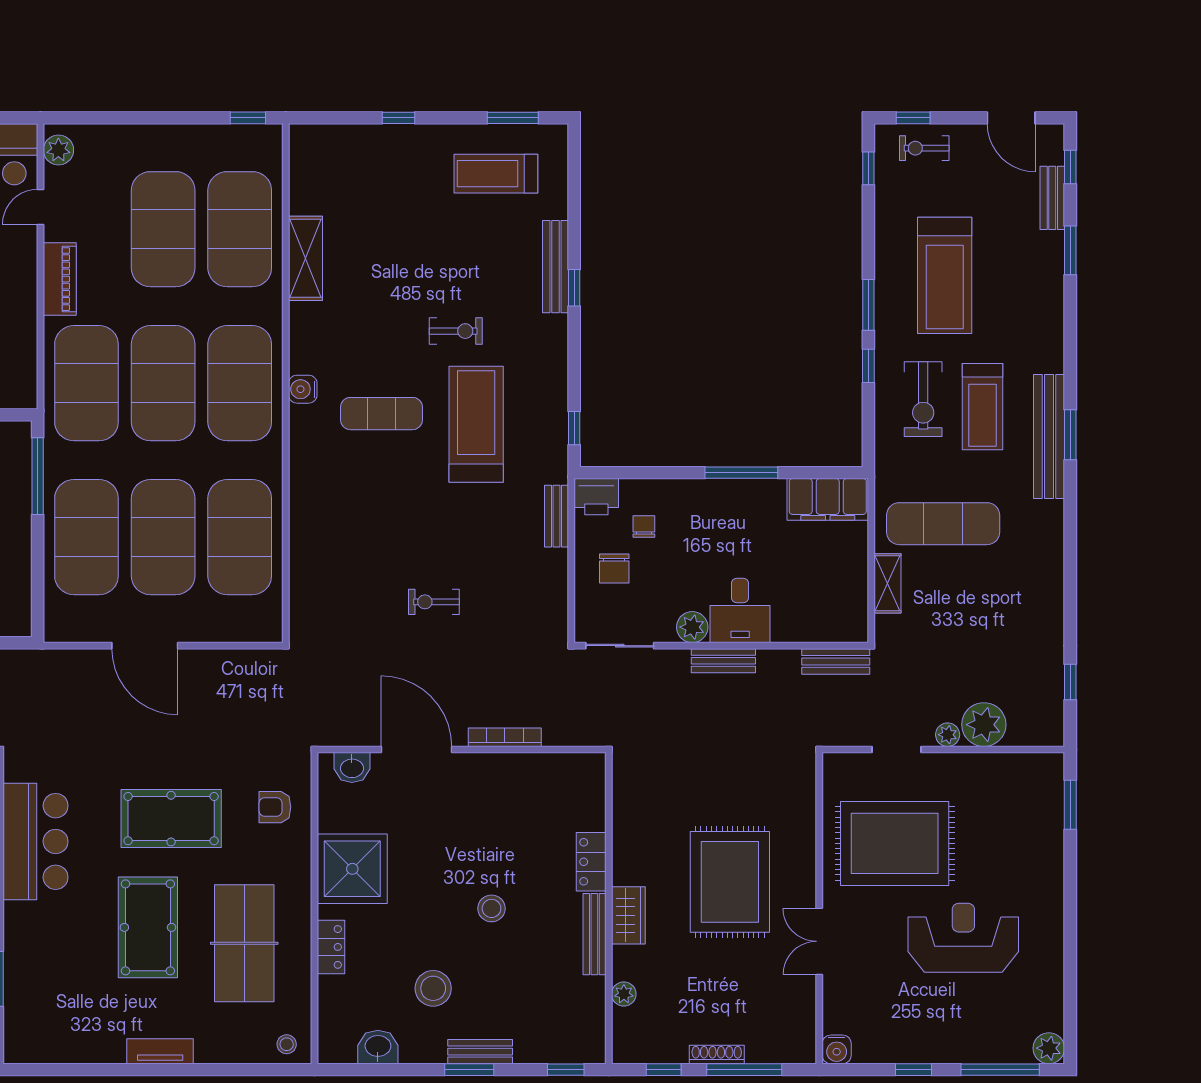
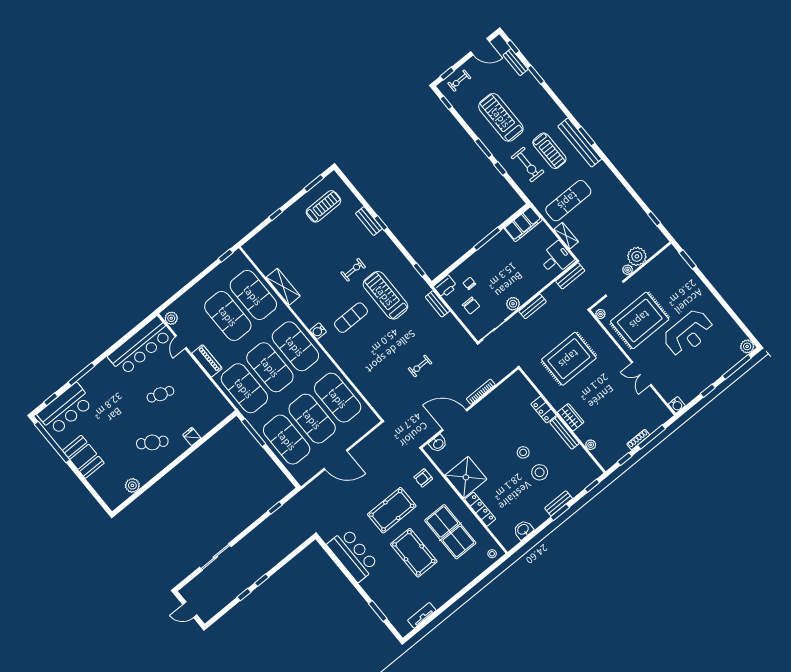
treadmill: (496, 174) -> (323, 206), turned 180
bench: (555, 267) -> (369, 221), width x0.73
treadmill: (945, 275) -> (501, 117), turned 180
desk: (740, 610) -> (556, 258), moved, turned -90
plant: (834, 774) -> (600, 314), added
rug: (730, 882) -> (569, 359), moved, turned 90
reception desk: (963, 938) -> (688, 333), turned 180
locker: (331, 947) -> (480, 509), width x1.53
stool: (433, 988) -> (540, 472), moved
tv unit: (160, 1051) -> (422, 615), moved

